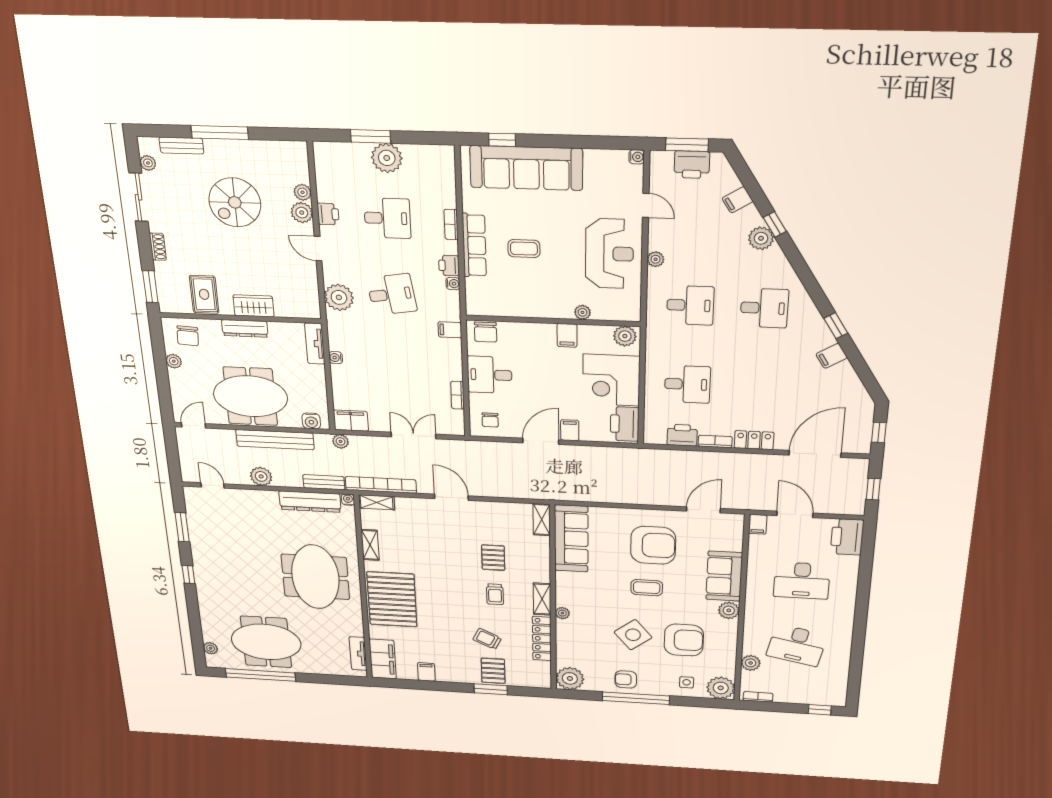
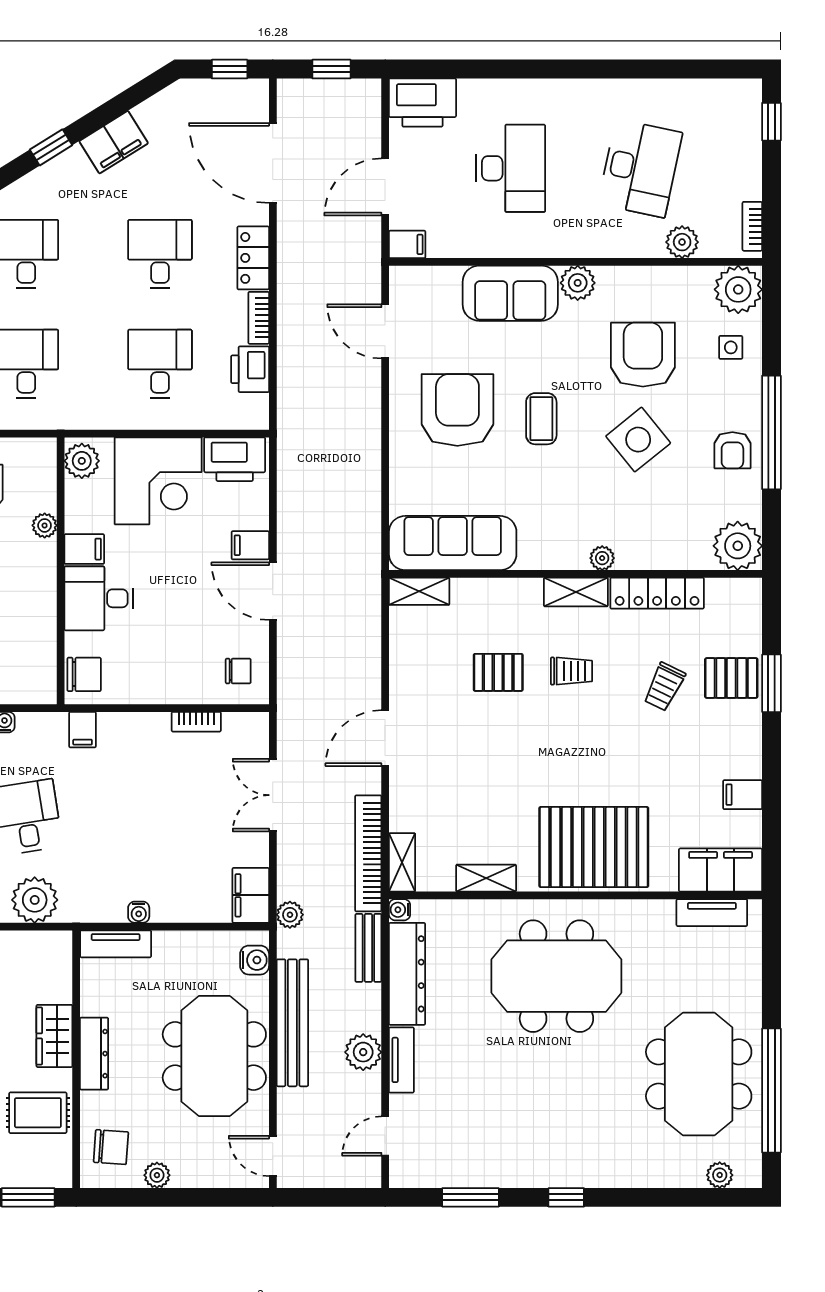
filing cabinet: (832, 356) -> (114, 142), width x2.00
desk: (490, 375) -> (99, 598), moved, turned 90
desk: (760, 387) -> (160, 254), added
tv unit: (259, 496) -> (401, 1060), added

